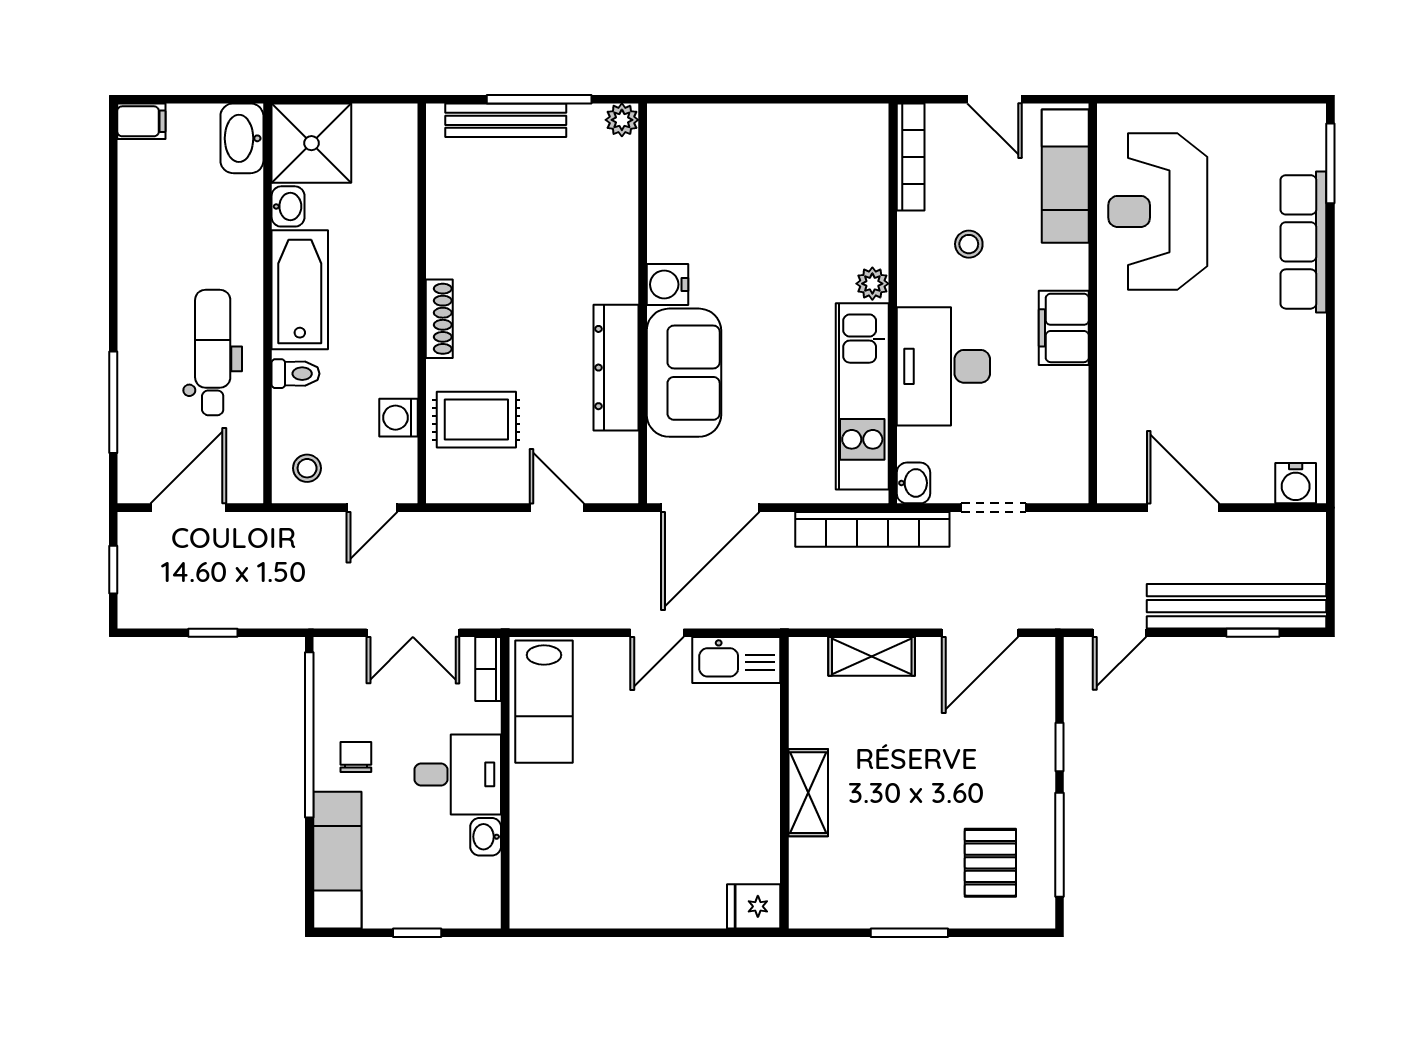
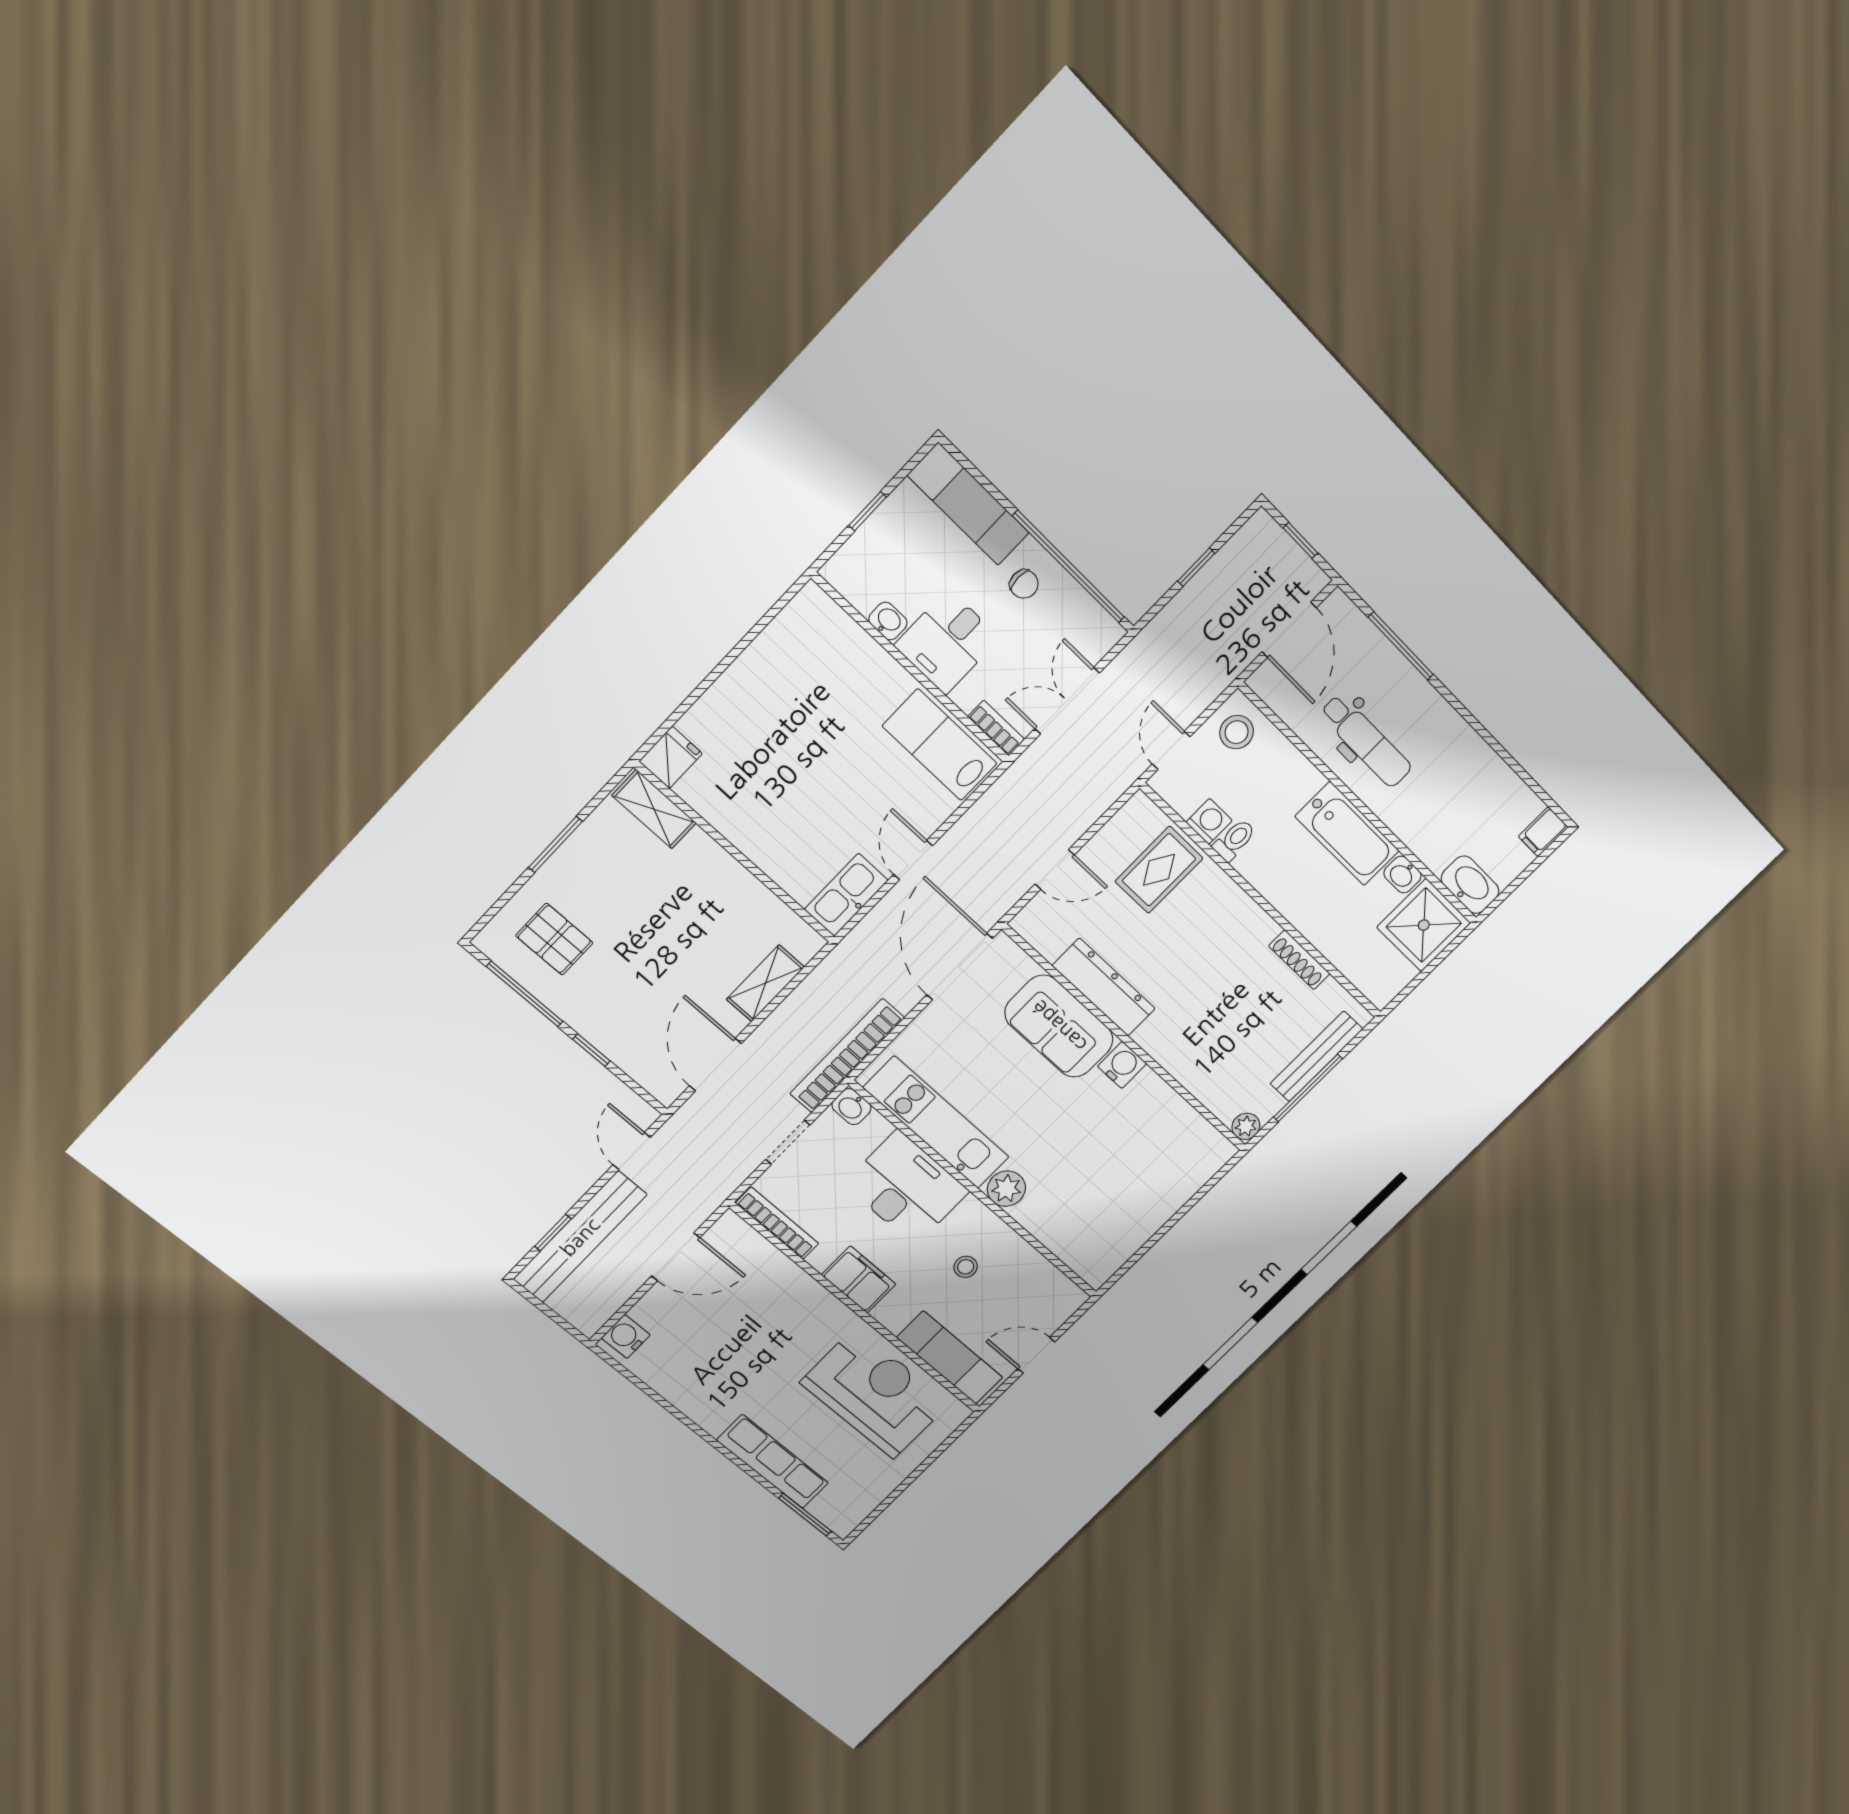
bookcase: (911, 157) -> (777, 1223), moved, turned 180
plant: (872, 284) -> (1006, 1189), width x1.38, depth x1.38
shoe rack: (439, 319) -> (1299, 960), moved
toilet: (295, 374) -> (1234, 840), moved, turned 180
stool: (307, 468) -> (1237, 732), width x1.37, depth x1.37
shelving: (808, 793) -> (654, 809), moved

